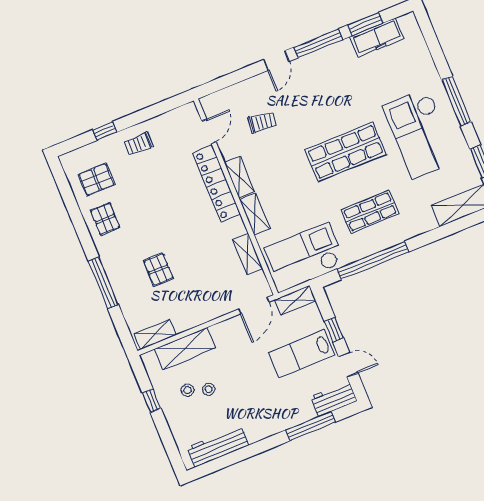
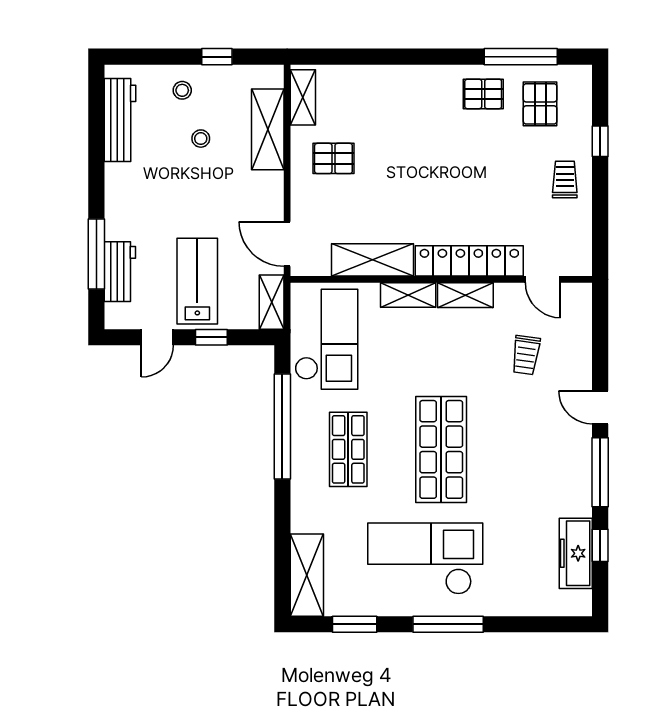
window: (365, 24) -> (600, 545), width x0.67
shelving: (248, 254) -> (373, 260), width x1.50, depth x1.33
pallet: (159, 269) -> (333, 158), moved
window: (103, 283) -> (521, 57), moved
stool: (188, 390) -> (182, 90), moved
workbench: (334, 399) -> (120, 272), moved

